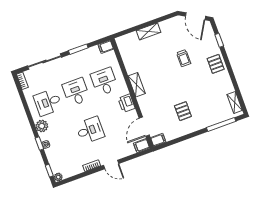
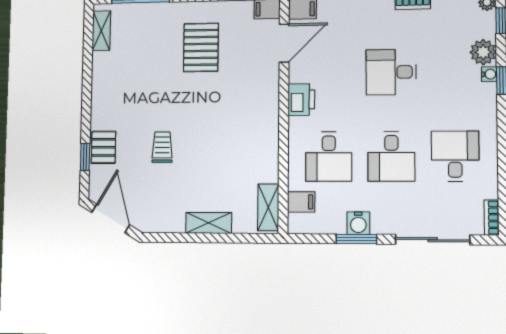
filing cabinet: (106, 47) -> (301, 202), moved
water cooler: (80, 57) -> (358, 223), added
pallet: (216, 64) -> (103, 147), moved
shelving: (137, 85) -> (268, 207), moved
desk: (48, 102) -> (455, 156), turned -90
pallet: (183, 111) -> (201, 47), width x1.50, depth x1.42
plant: (42, 126) -> (483, 52), moved

